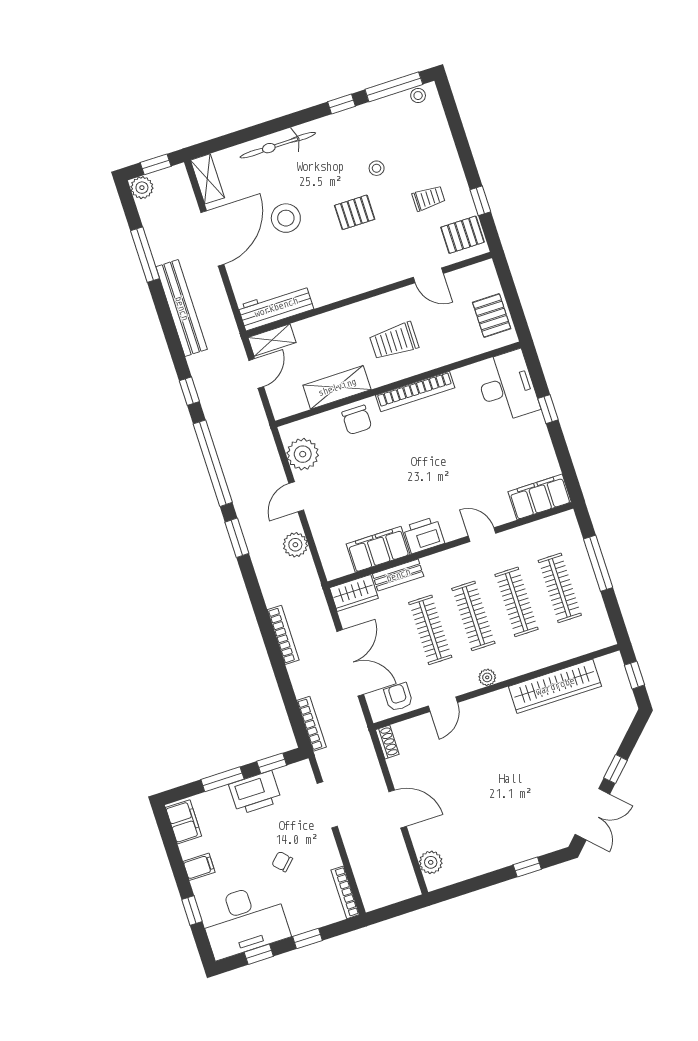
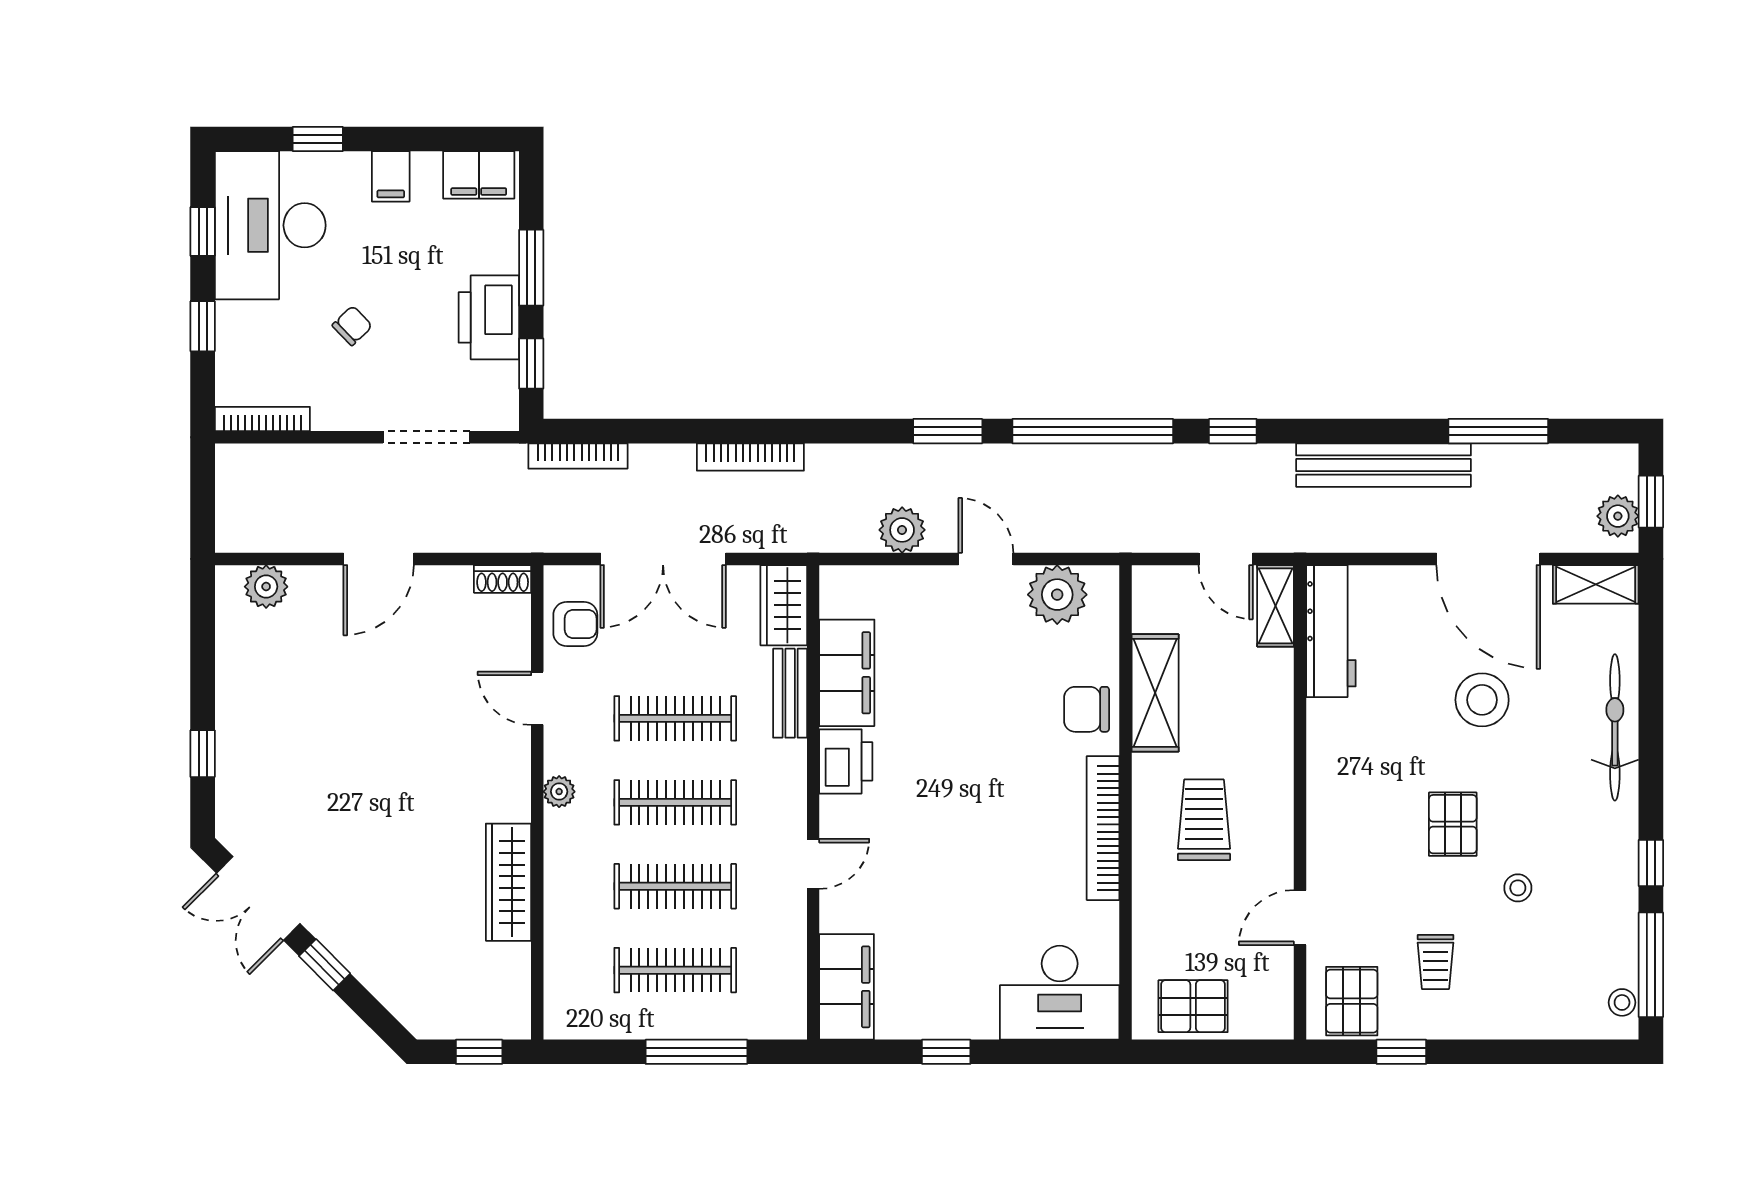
plant: (142, 188) -> (1618, 516), moved
window: (548, 409) -> (946, 1052), moved
wardrobe: (555, 686) -> (509, 882), width x0.71, depth x0.85

